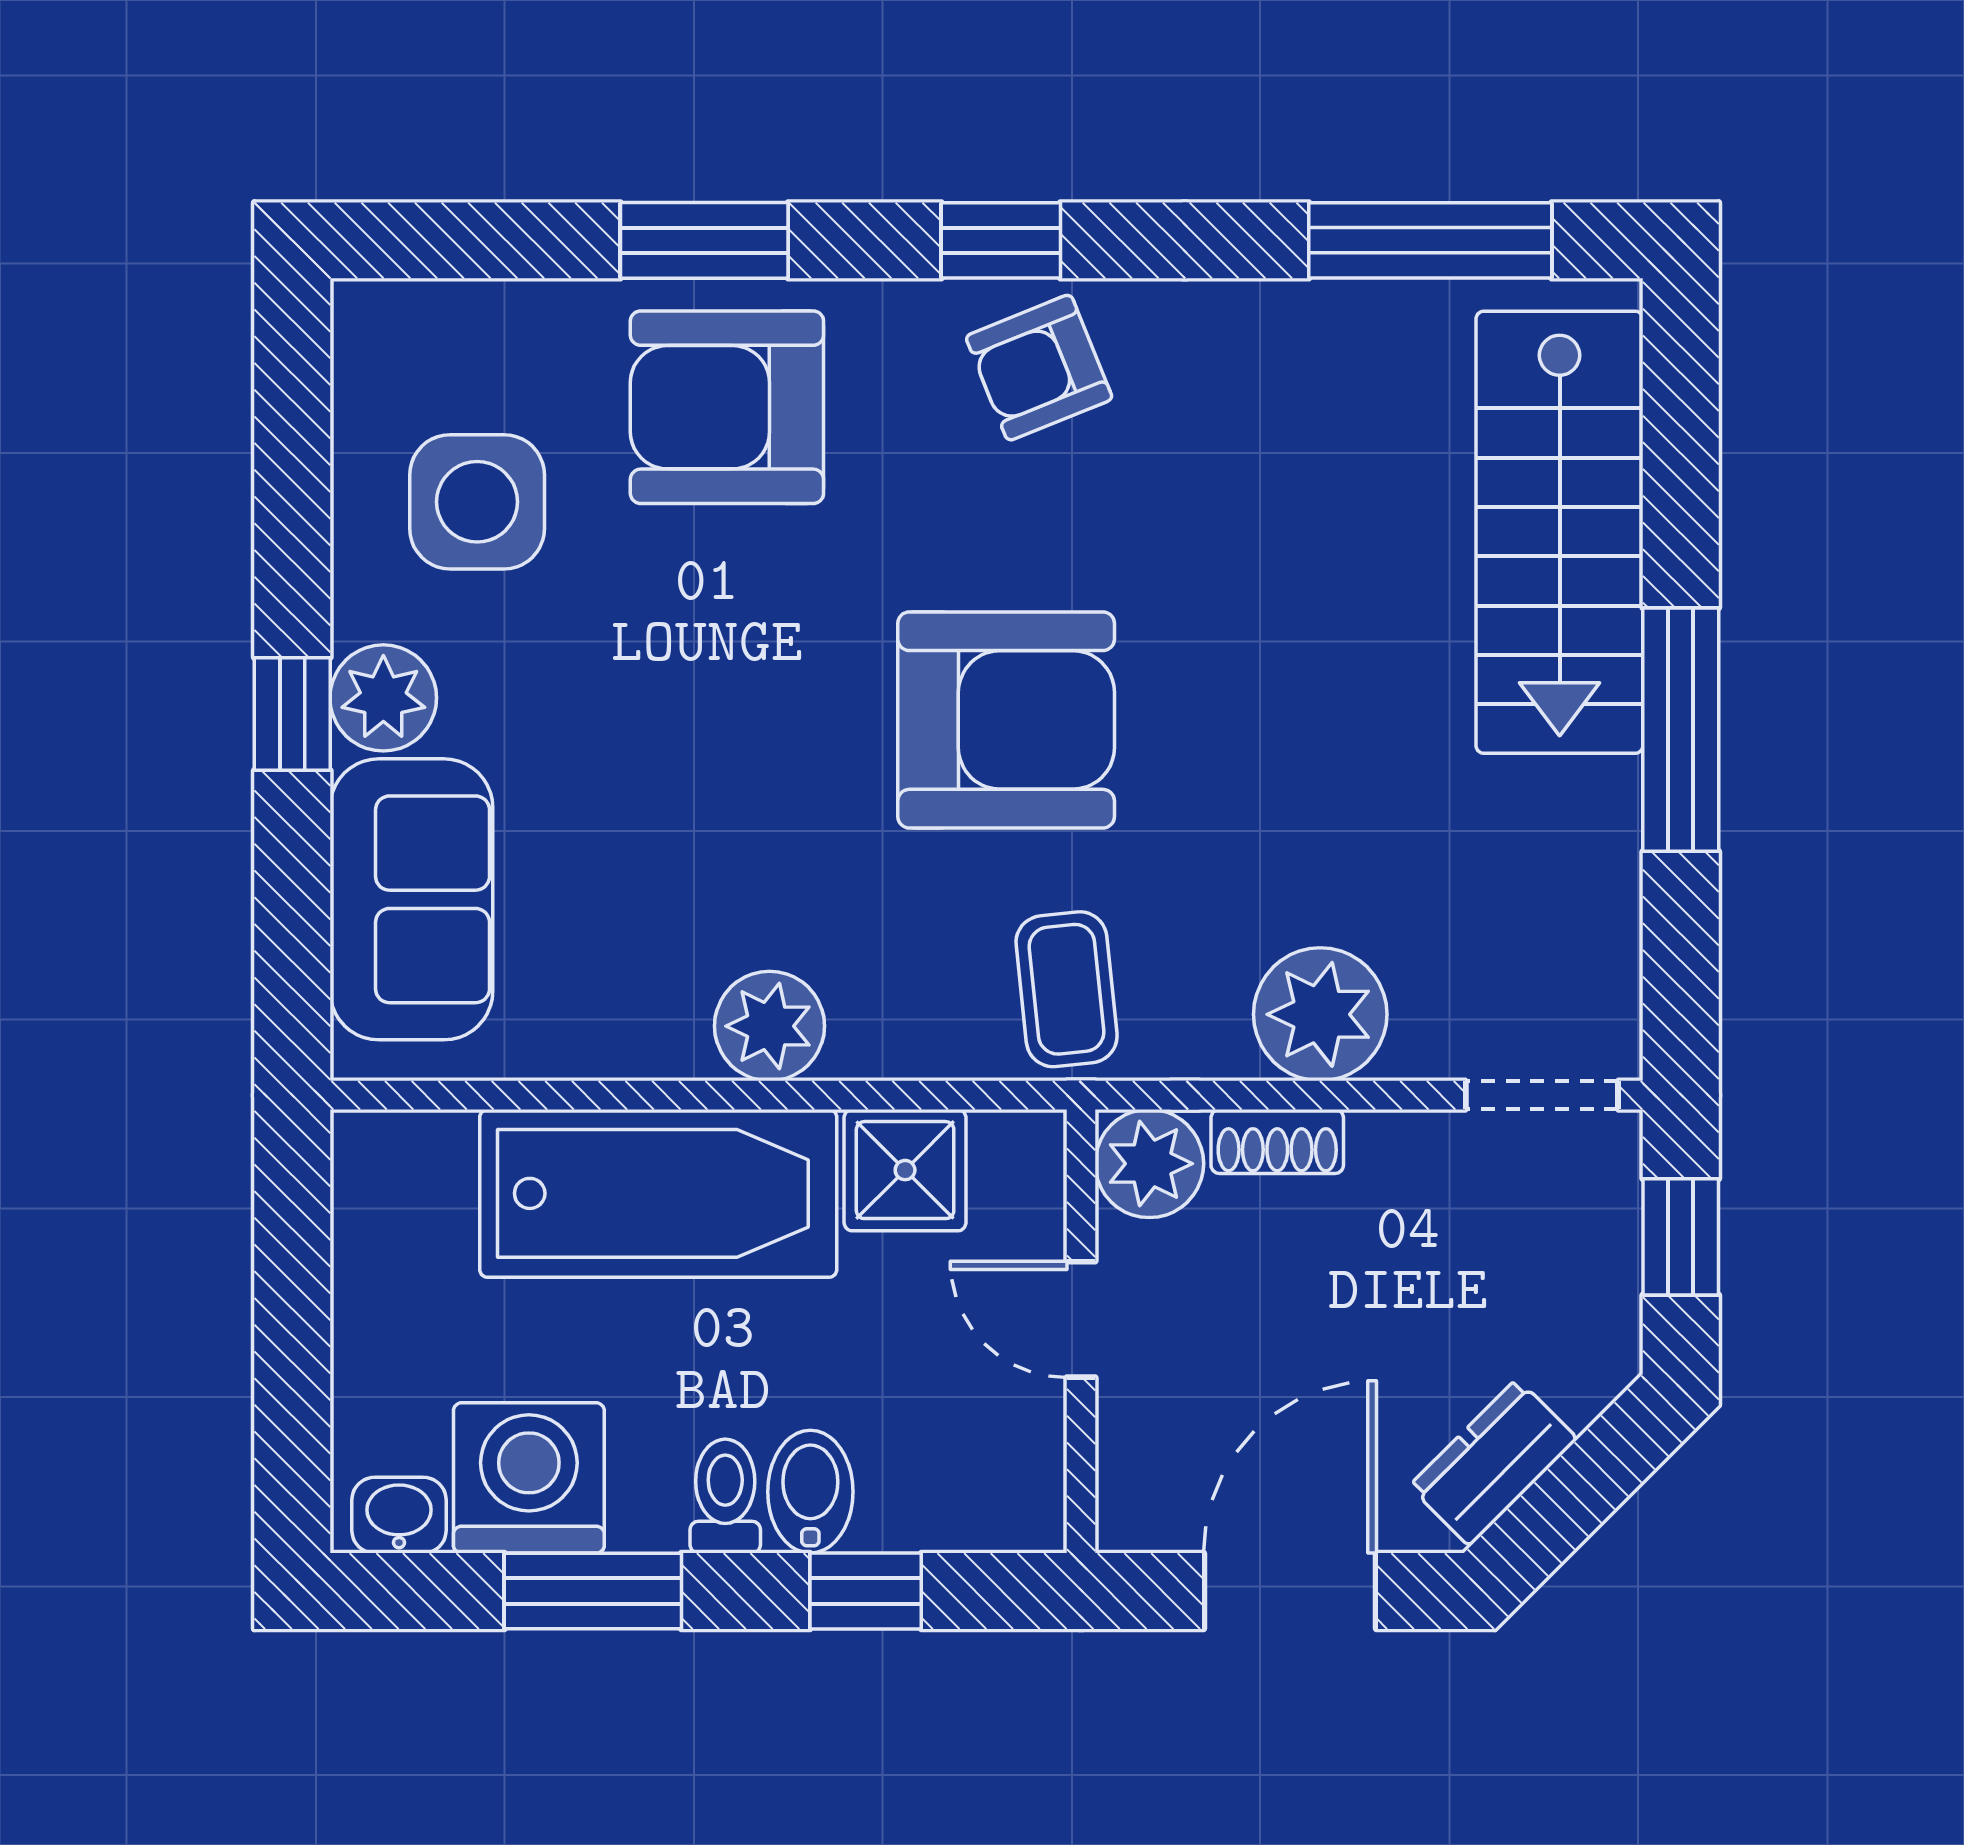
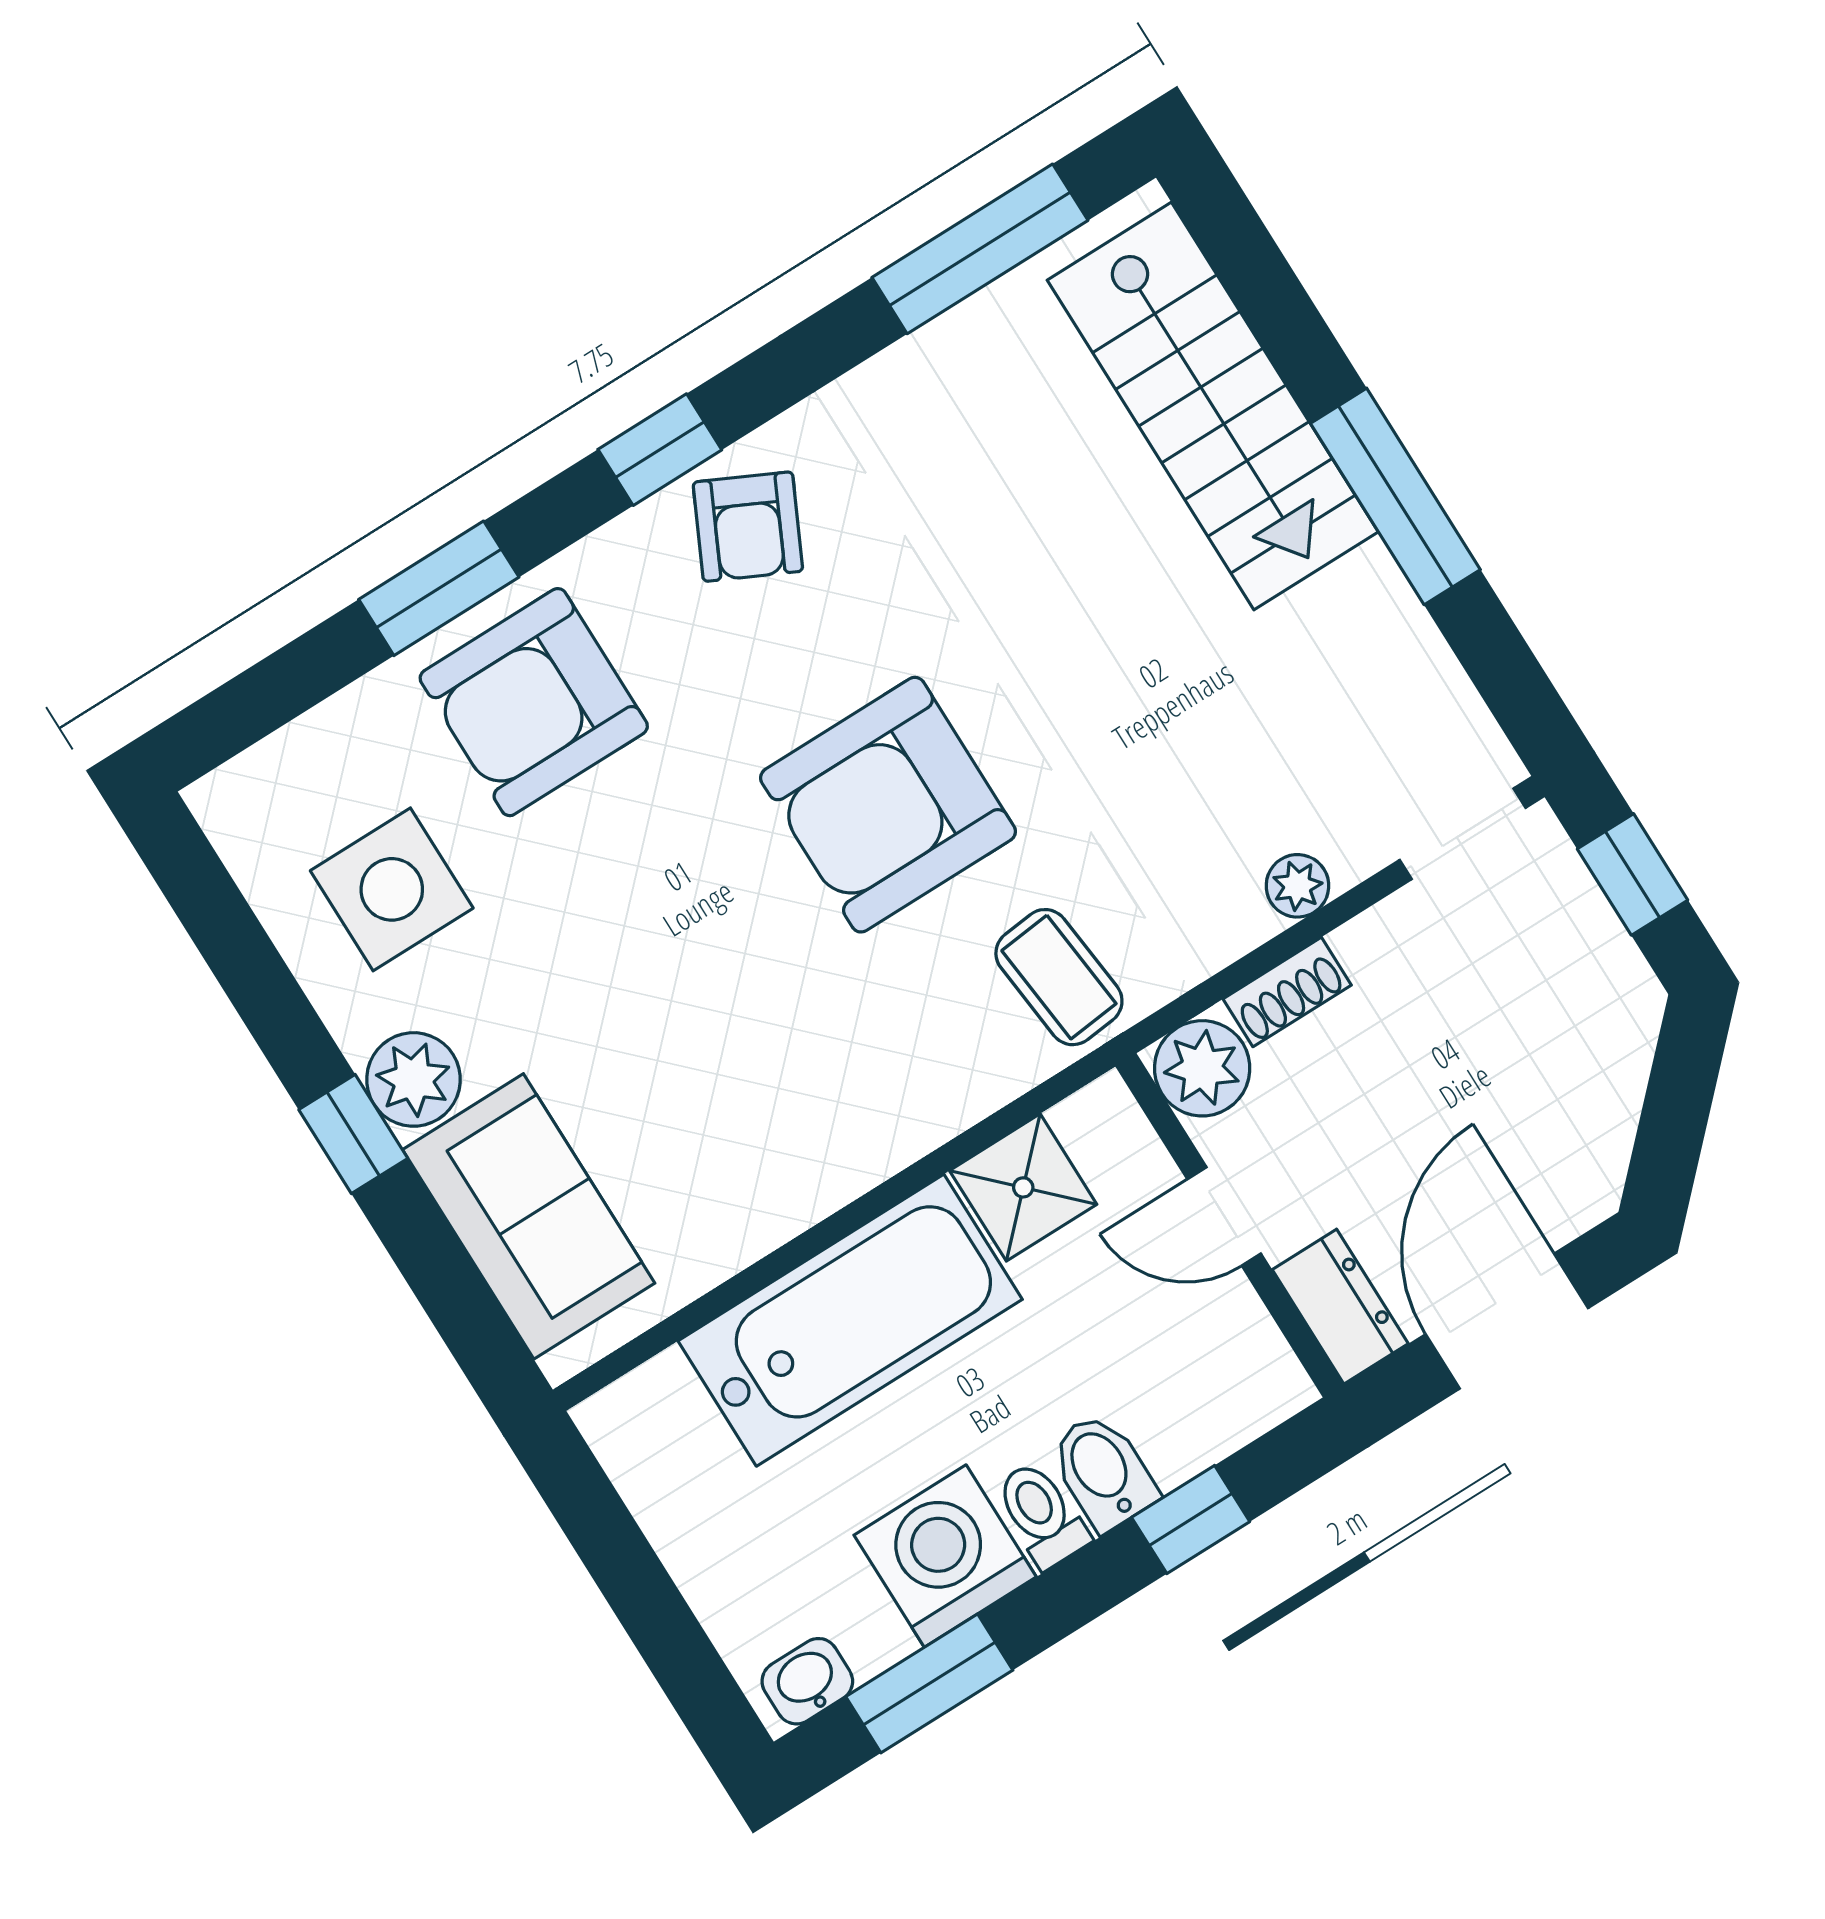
armchair: (1039, 368) -> (748, 527), turned -42
armchair: (1006, 720) -> (888, 805), turned 180
plant: (1320, 1014) -> (1297, 886), width x0.53, depth x0.53
plant: (770, 1026) -> (855, 1143), removed
dresser: (1493, 1462) -> (1340, 1307), moved, turned 135
washing machine: (529, 1478) -> (945, 1556), moved
window: (593, 1591) -> (929, 1683), moved

